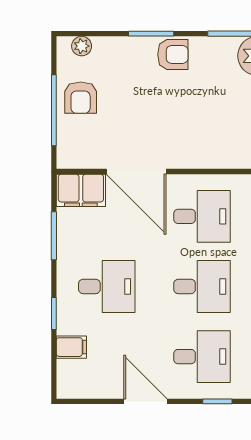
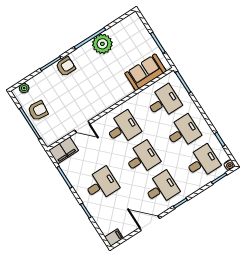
armchair: (81, 98) -> (38, 111), turned -84
door: (136, 172) -> (82, 127), width x0.53
filing cabinet: (71, 347) -> (114, 238), moved

